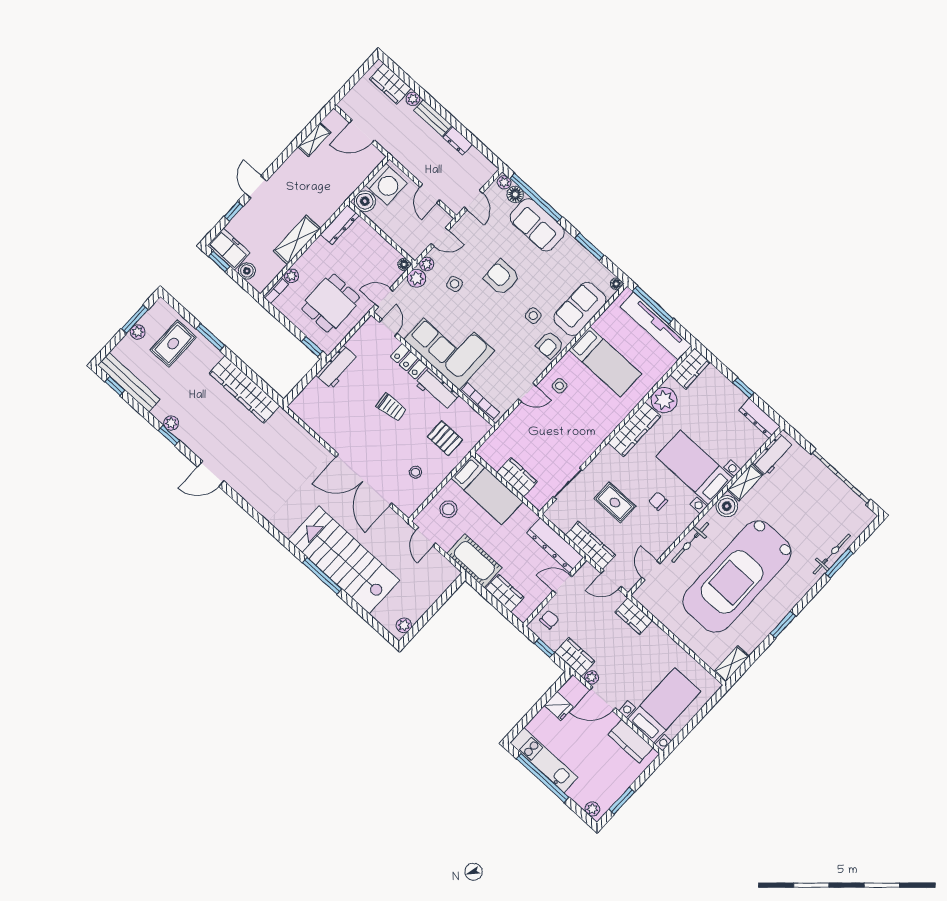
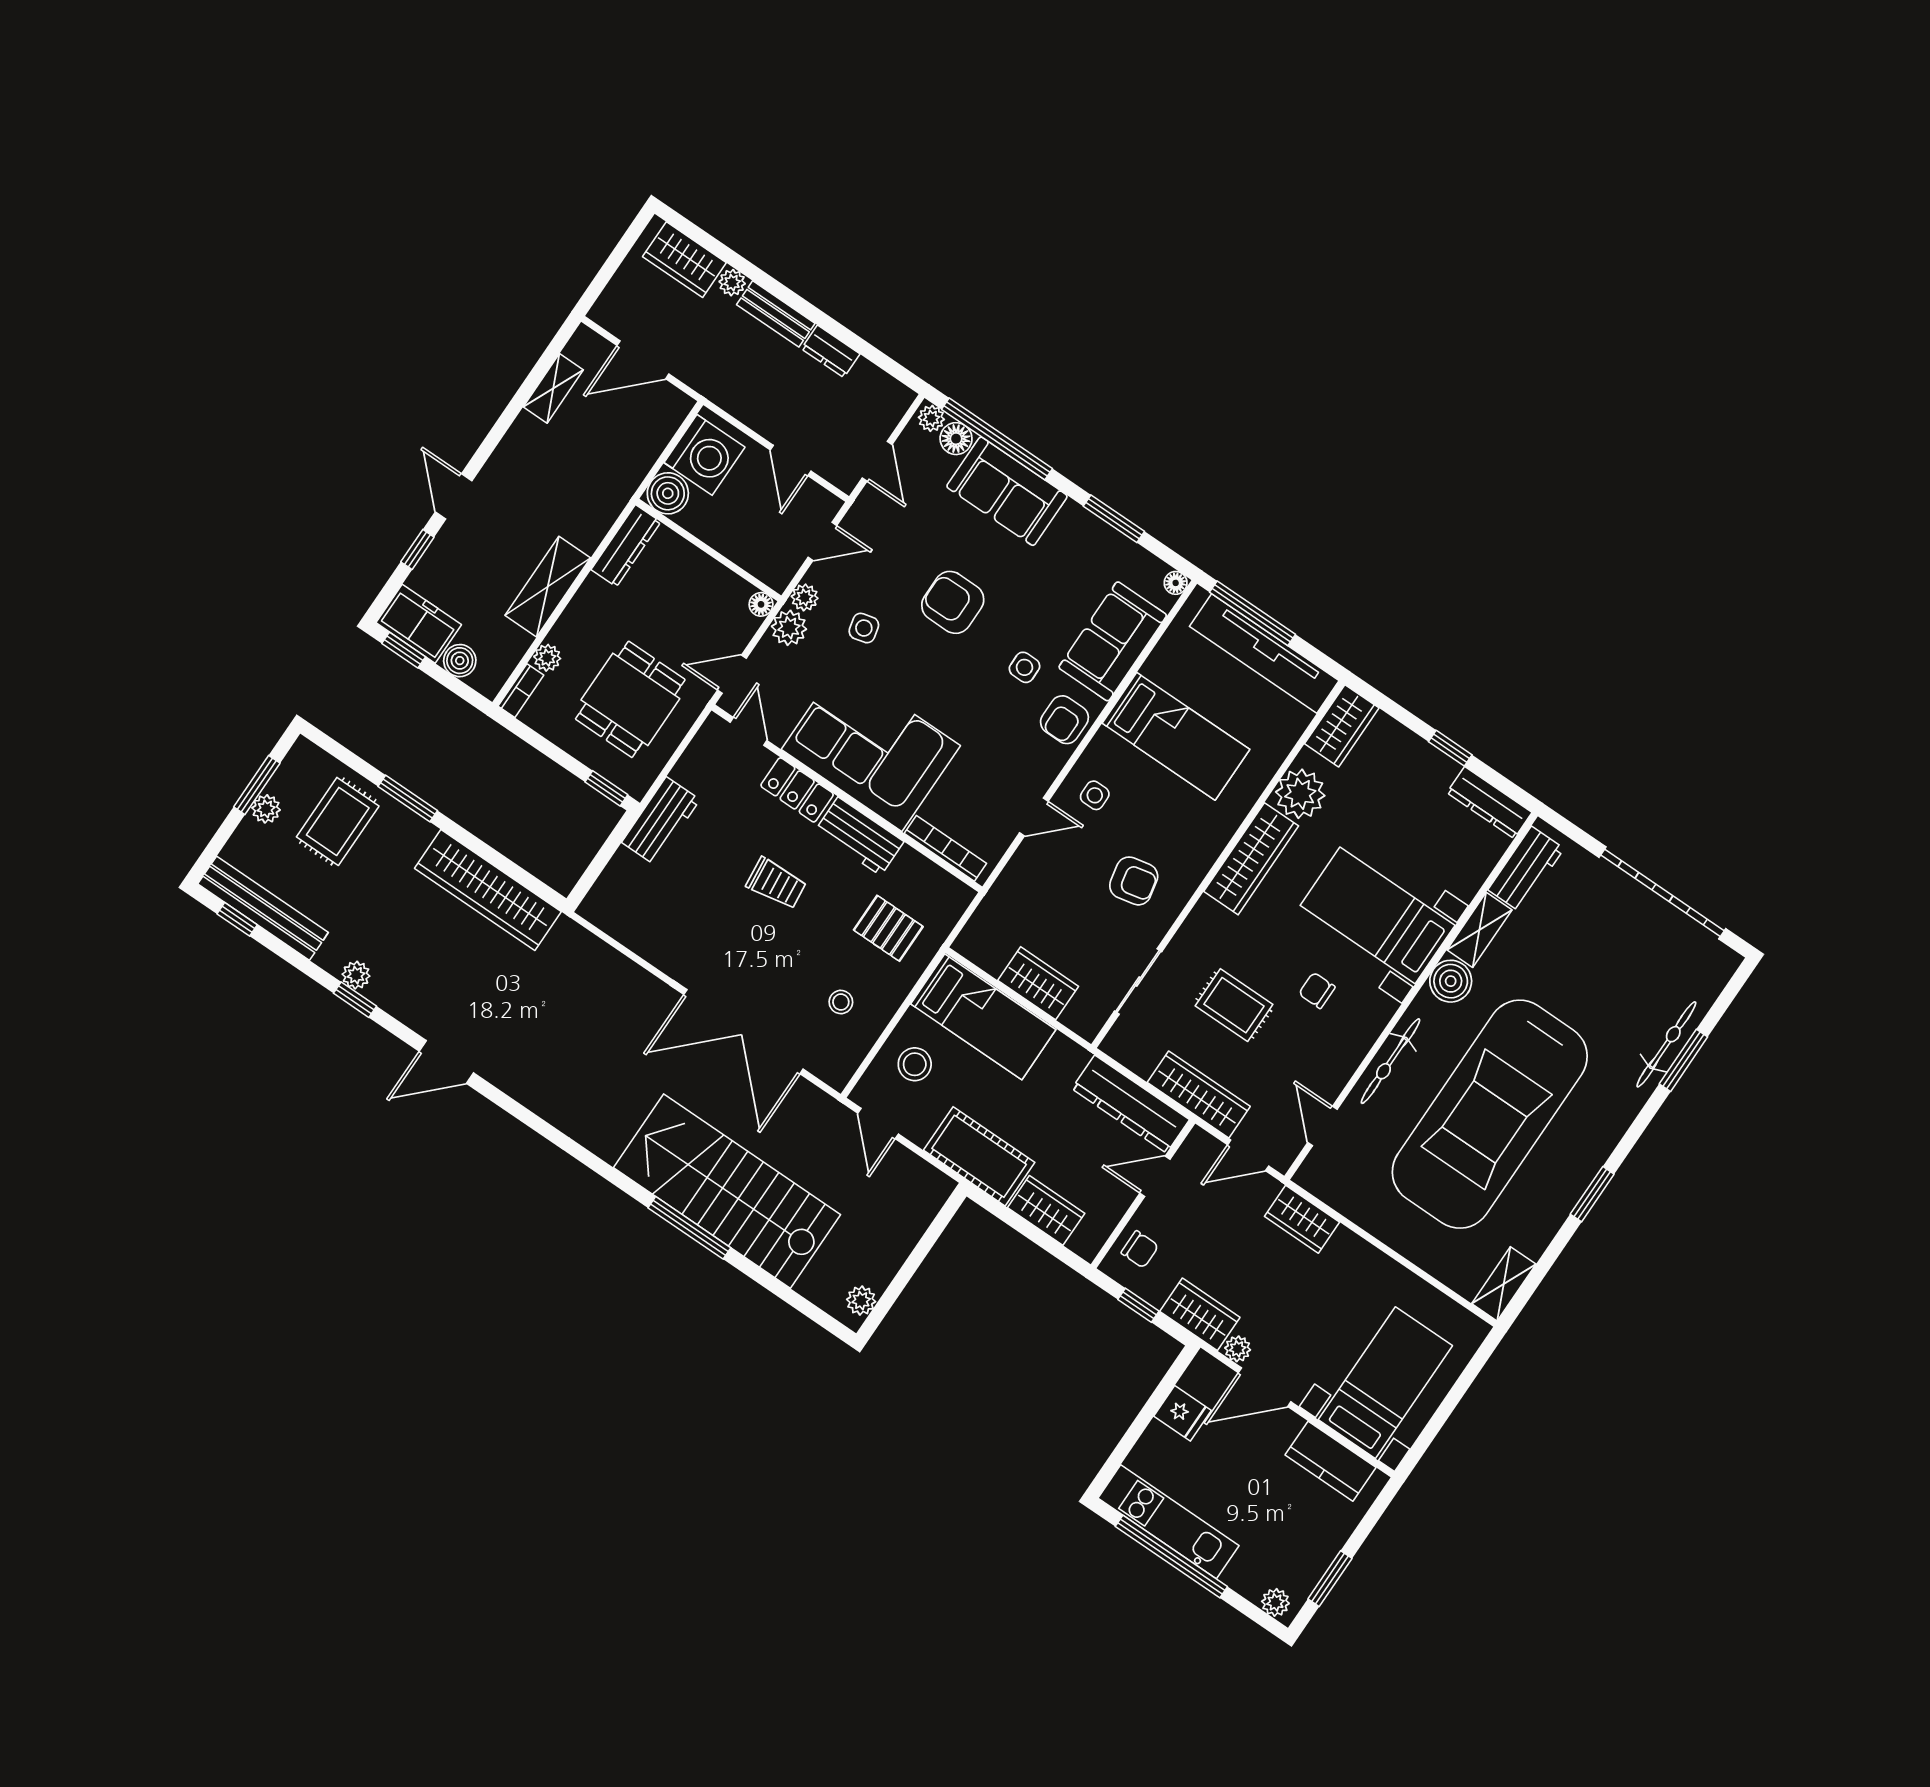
armchair: (573, 432) -> (1134, 881), added
chair: (549, 620) -> (1140, 1249), turned 90

